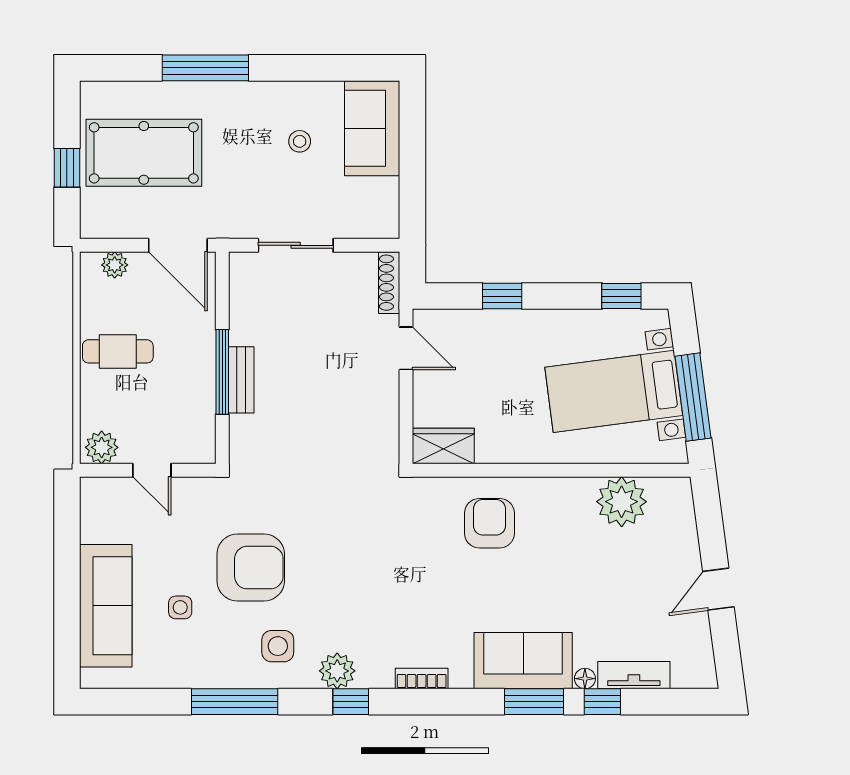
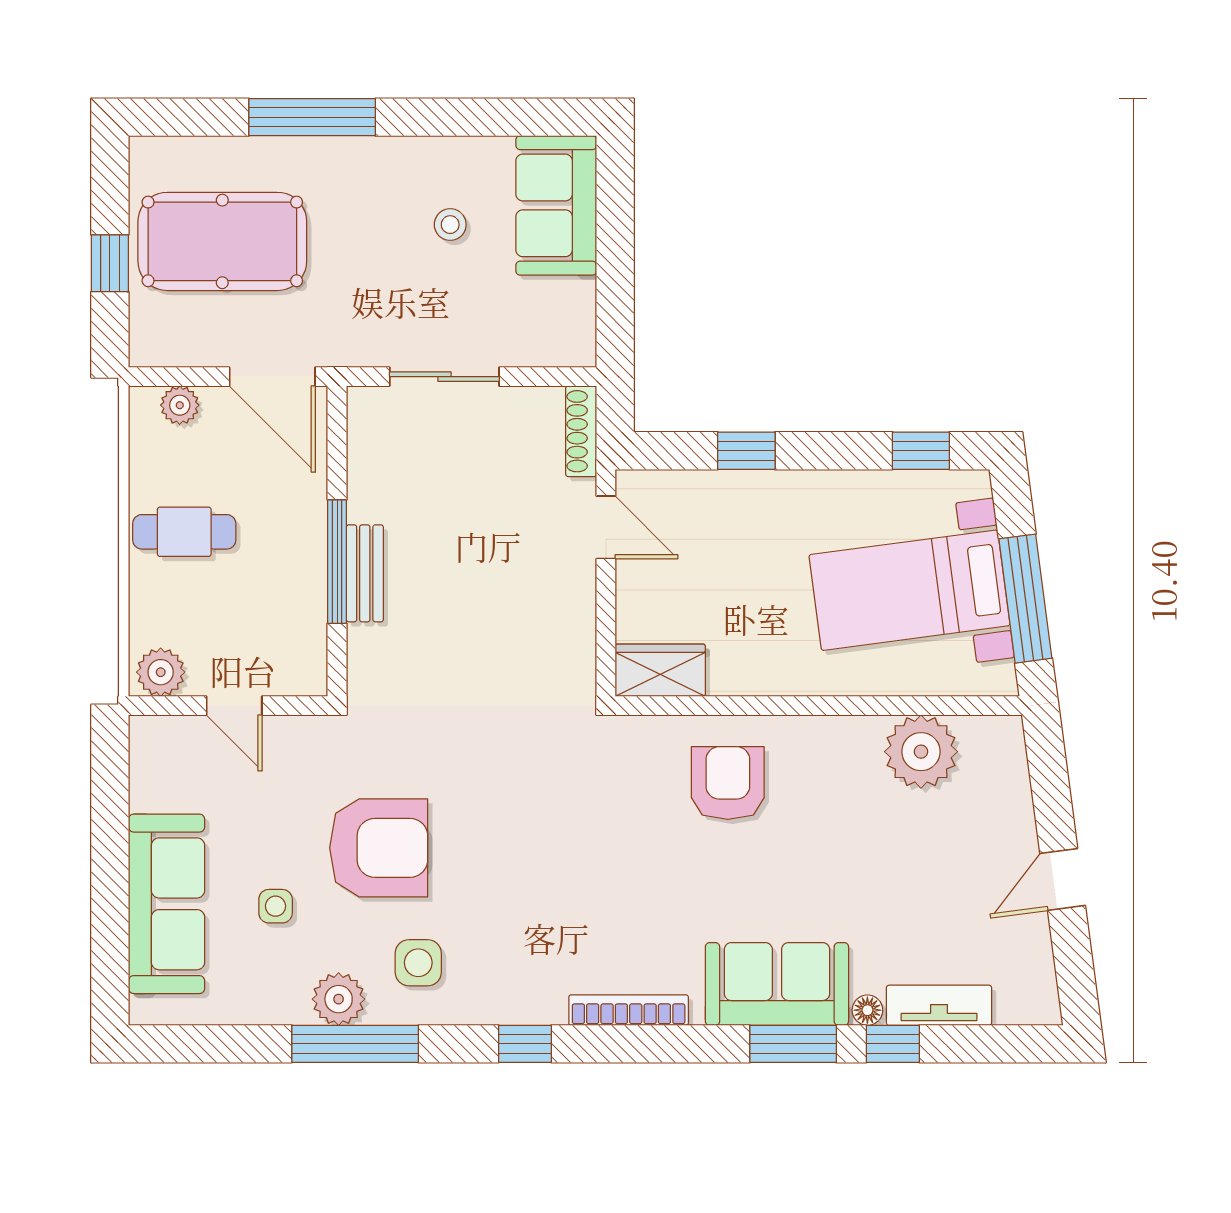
plant: (337, 671) -> (339, 999), moved
bookcase: (422, 678) -> (629, 1010), width x1.56

